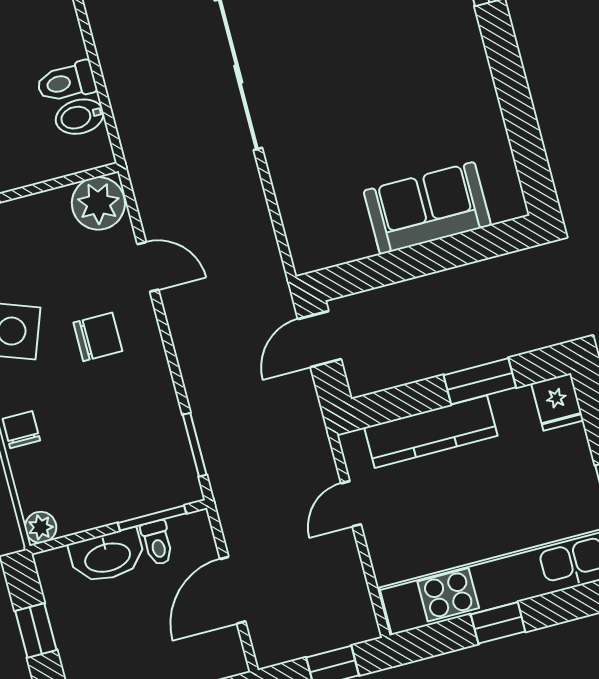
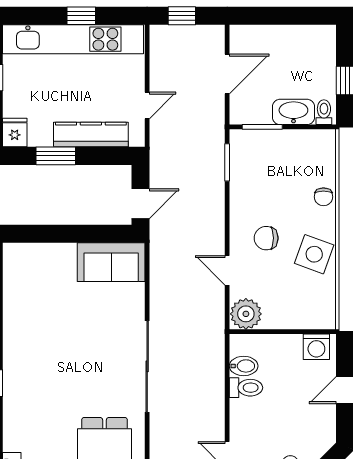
sofa: (427, 208) -> (111, 262), moved
plant: (41, 527) -> (327, 138), removed
toilet: (157, 543) -> (324, 112), moved

